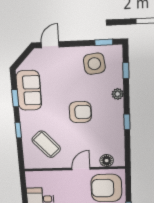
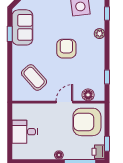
armchair: (80, 112) -> (66, 49), turned -90
window: (127, 122) -> (107, 77), moved
window: (18, 130) -> (10, 63), removed

